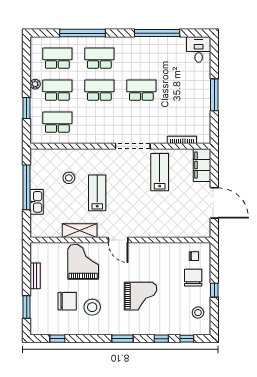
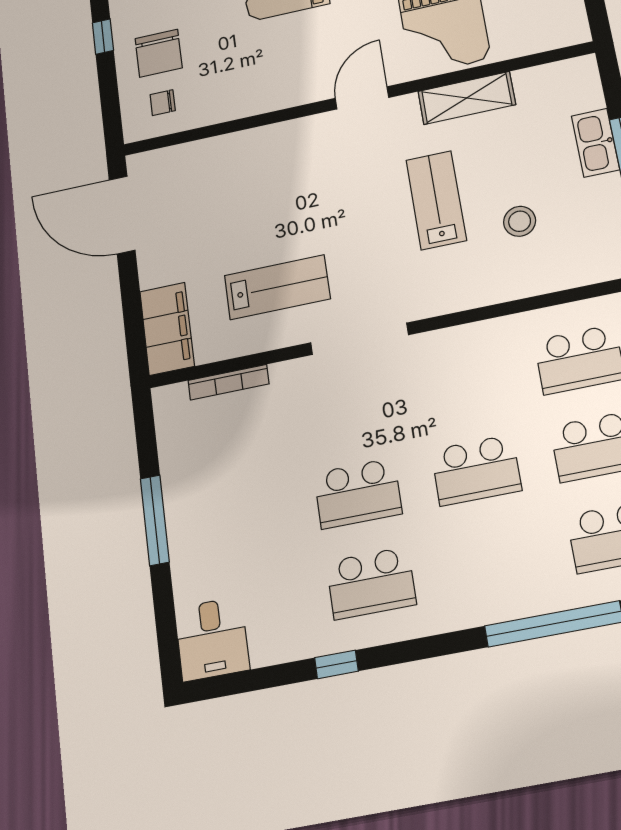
window: (157, 33) -> (336, 664), width x0.32
school desk: (99, 58) -> (371, 583), moved
lab bench: (160, 172) -> (277, 287), turned -90
lab bench: (97, 193) -> (436, 200), turned 180
door: (214, 203) -> (122, 215), moved
door: (118, 240) -> (362, 98), hinge flipped

